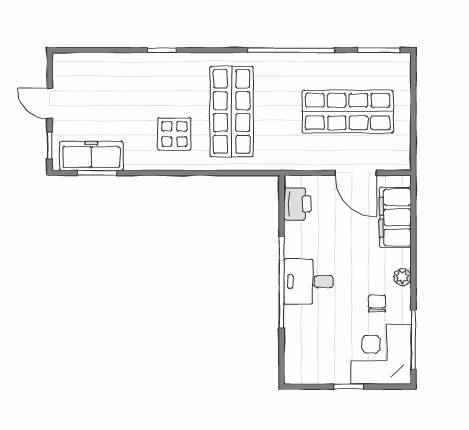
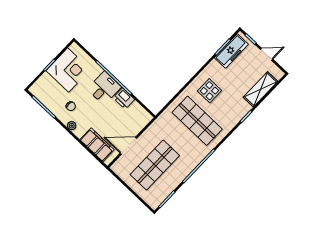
shelving: (106, 66) -> (260, 89), added
printer: (297, 204) -> (124, 99), moved
corner desk: (381, 354) -> (68, 70), moved

